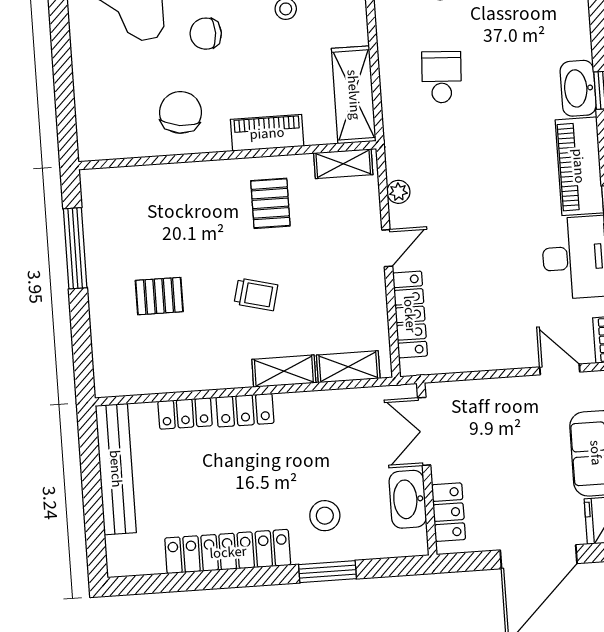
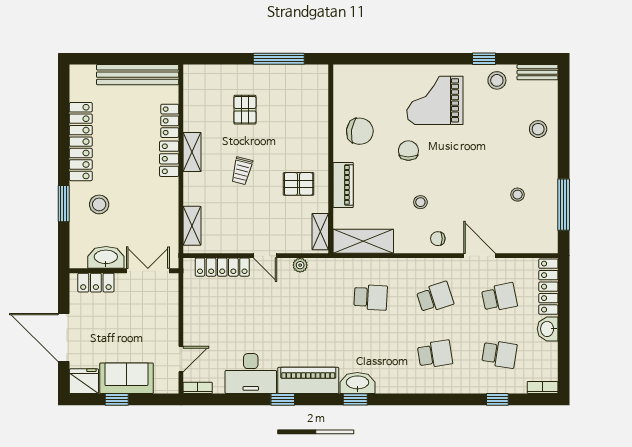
shelving: (284, 371) -> (192, 152), moved

